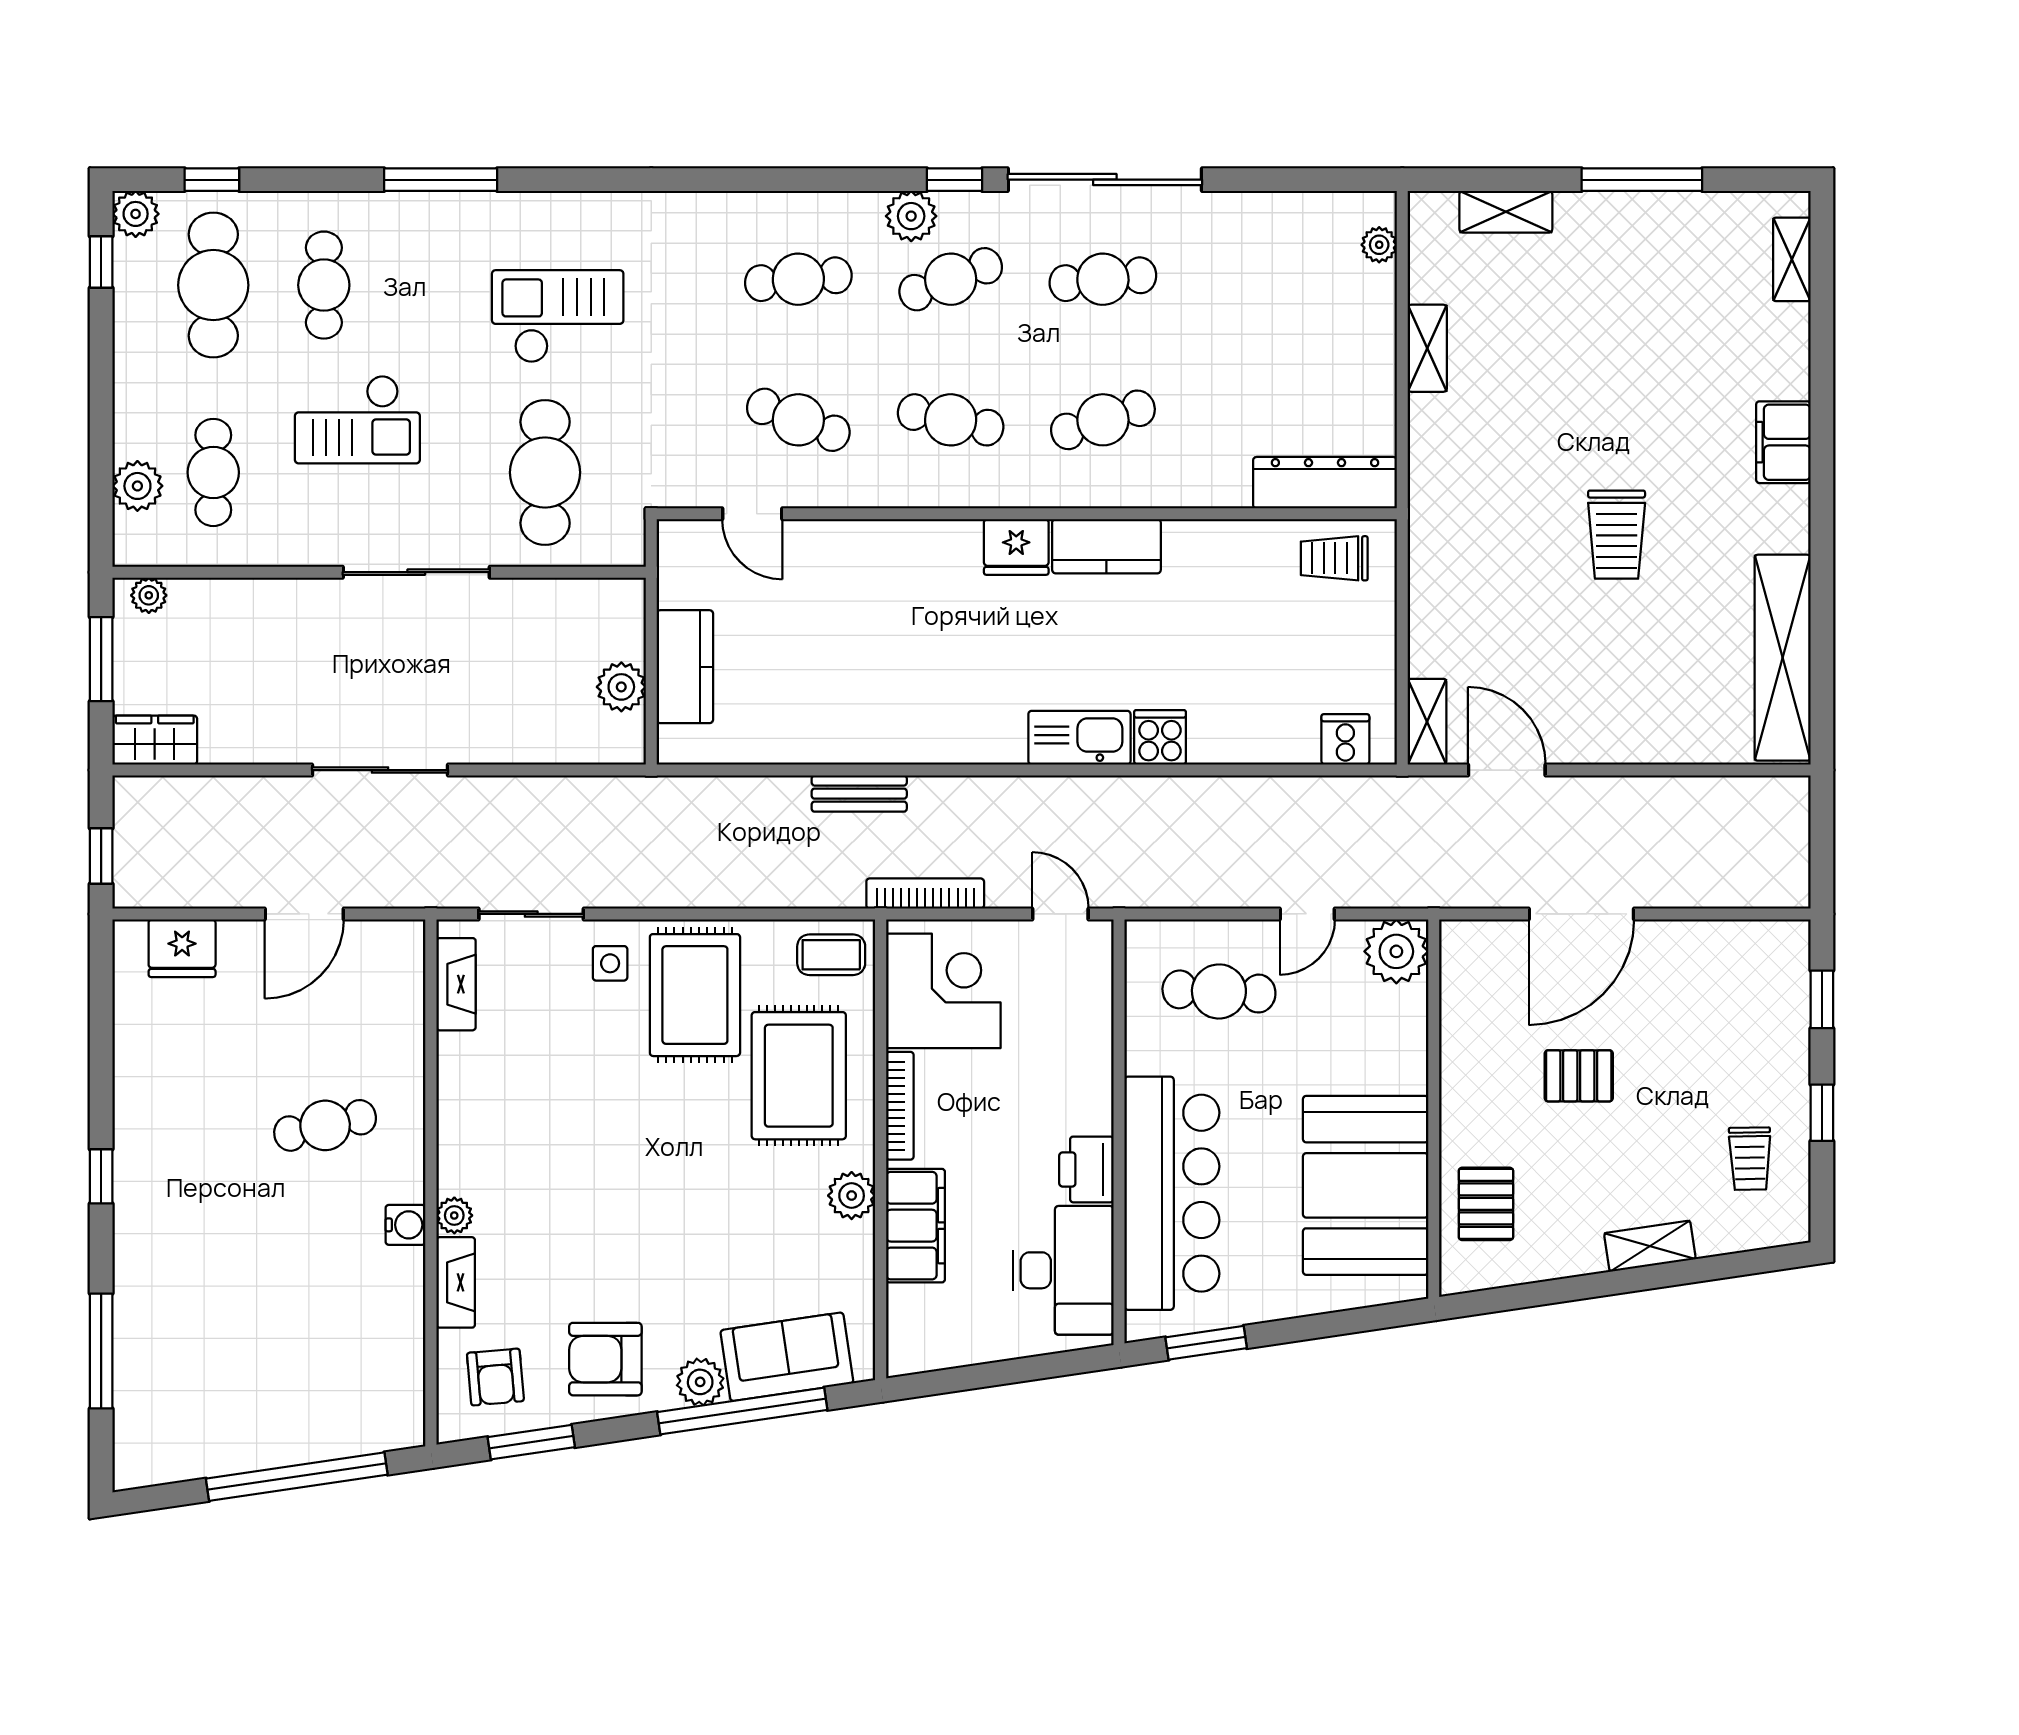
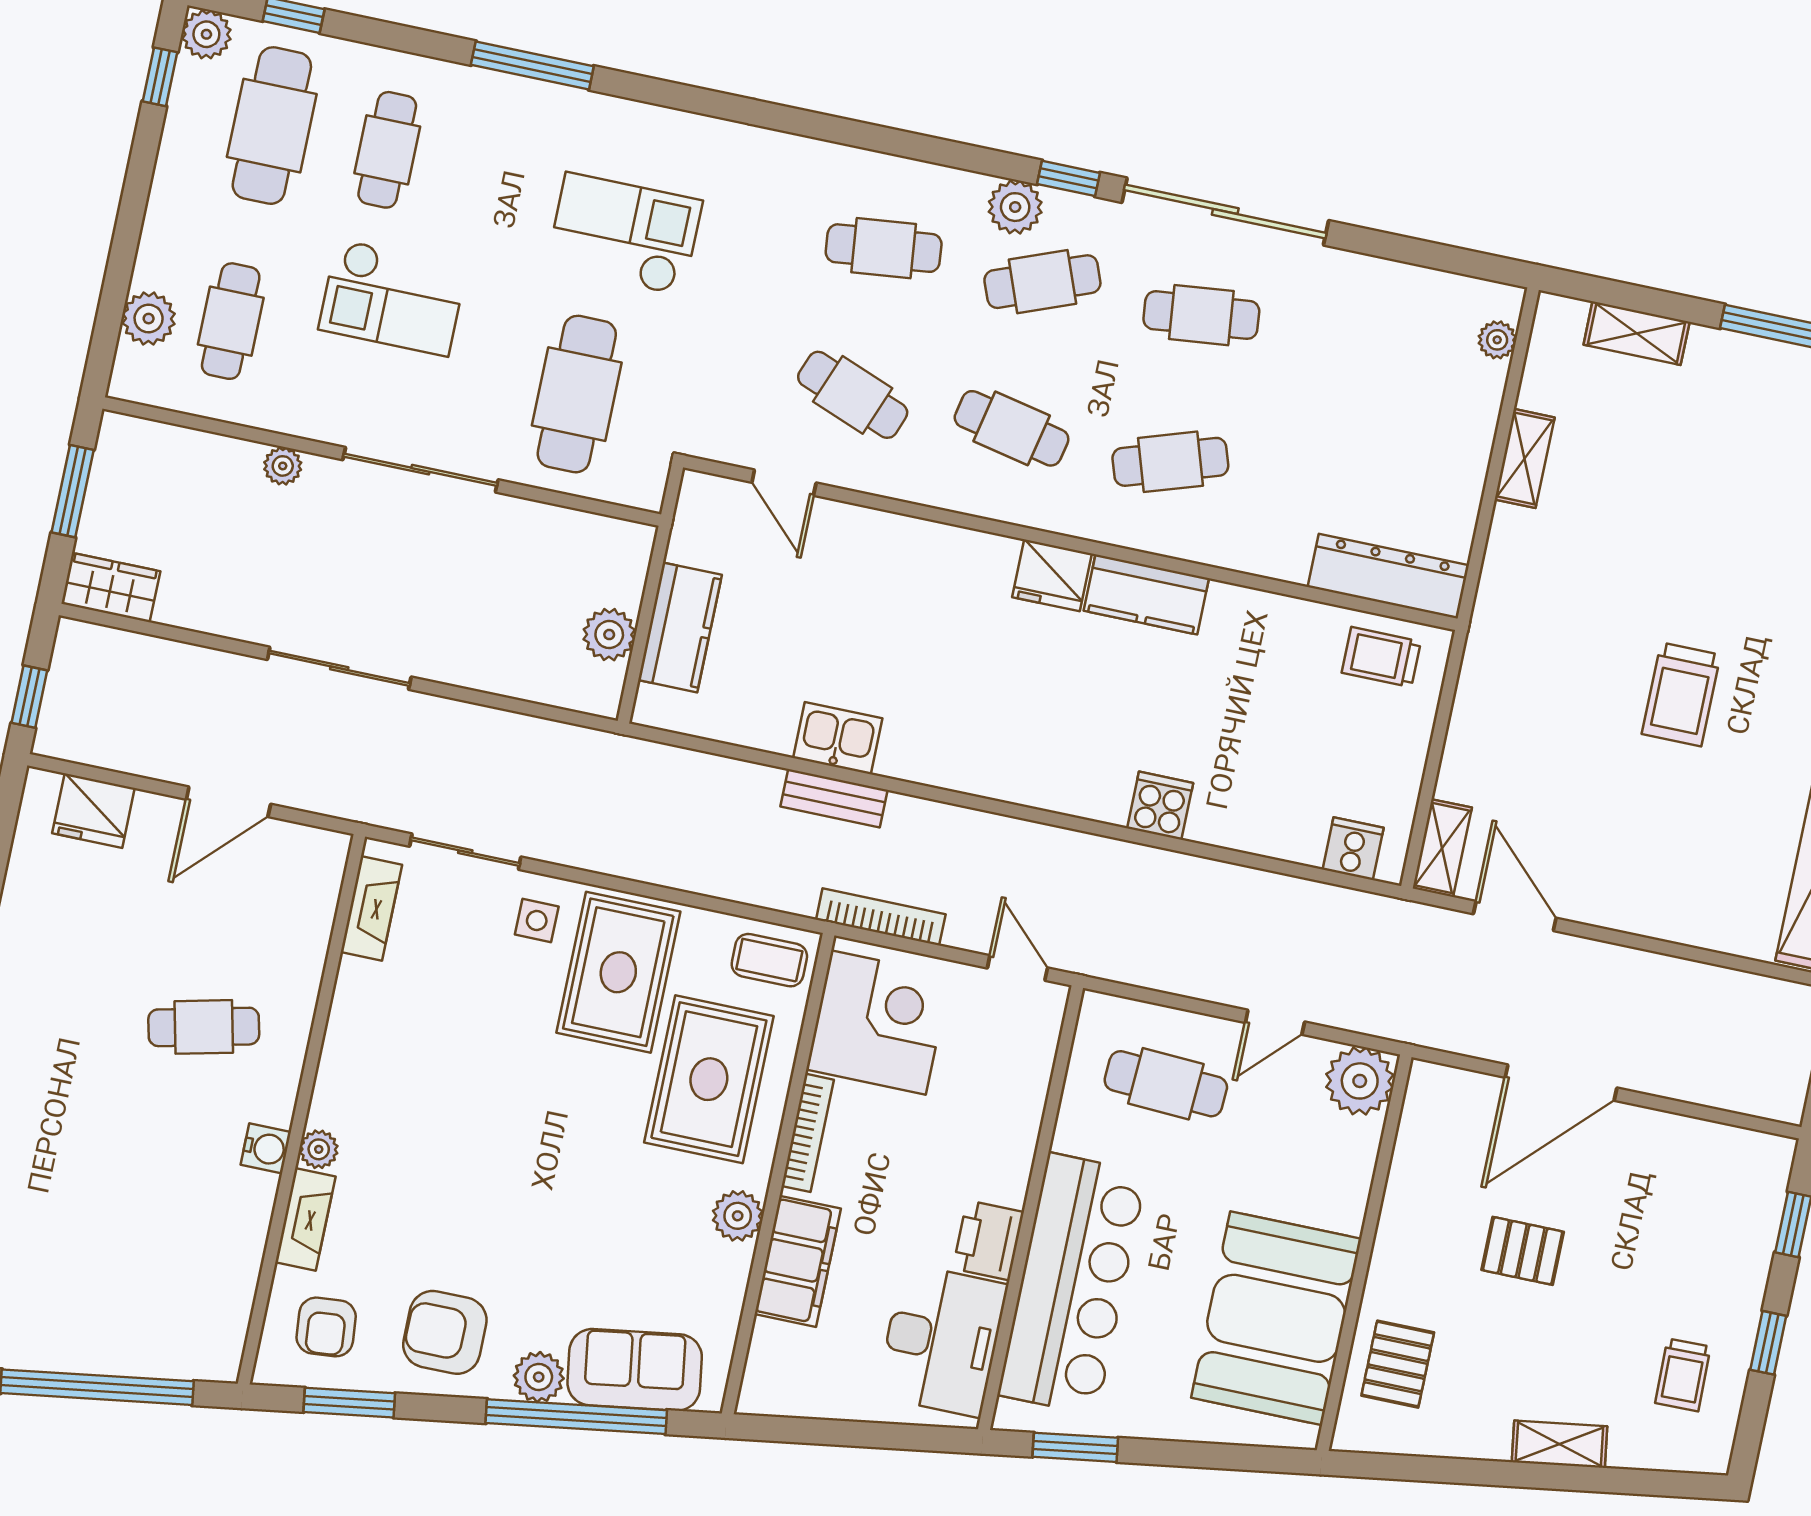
plant: (149, 595) -> (283, 466), moved
kitchen sink: (1079, 738) -> (838, 738), moved, width x0.73

